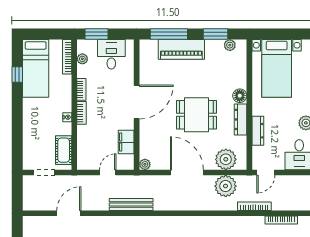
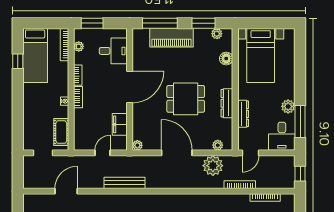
desk: (111, 54) -> (113, 51), moved, turned 90
floor lamp: (240, 96) -> (226, 59), moved
plant: (226, 159) -> (218, 145), width x0.53, depth x0.53

